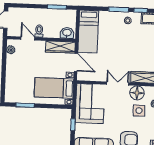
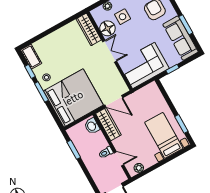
bed: (88, 31) -> (73, 98), width x2.04
door: (28, 38) -> (119, 159), swing flipped
door: (76, 62) -> (114, 101), swing flipped
double door: (118, 83) -> (110, 51), swing flipped
bed with nightstands: (54, 88) -> (164, 135), moved, turned 180

